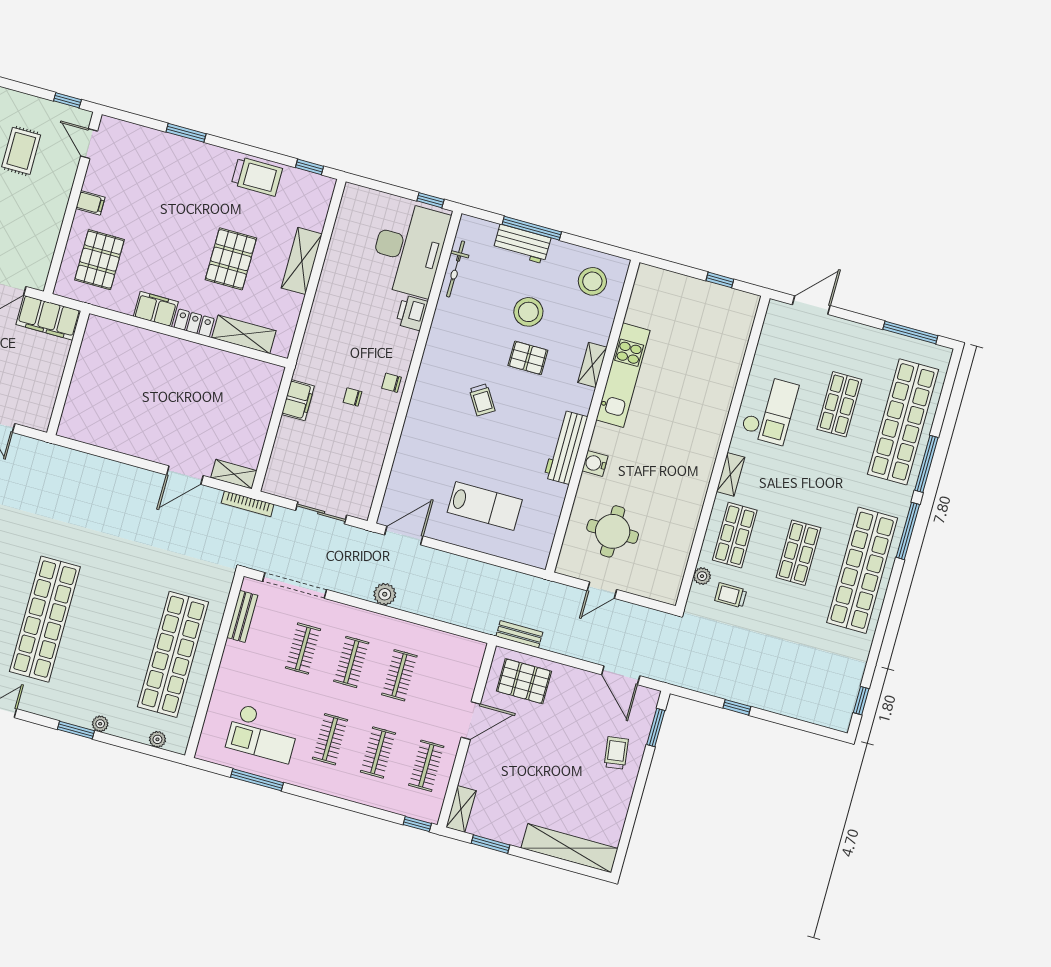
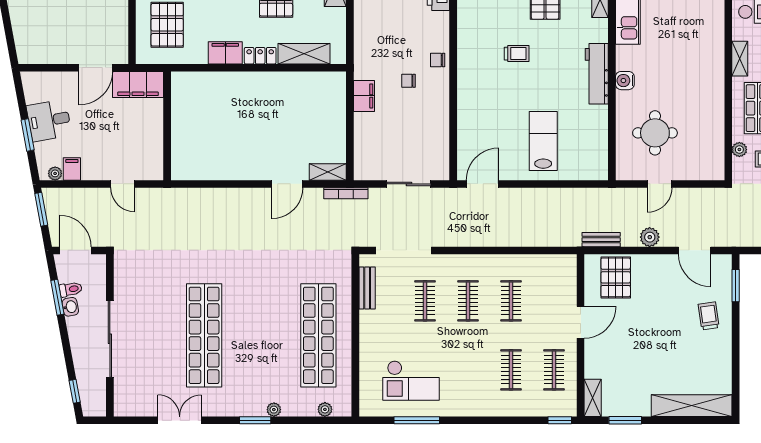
trolley: (482, 400) -> (517, 54), turned -58
lab bench: (485, 506) -> (543, 141), turned -90
plant: (385, 594) -> (650, 237), moved
pallet: (524, 681) -> (616, 277), turned 90
clothes rail: (330, 739) -> (468, 370), removed

